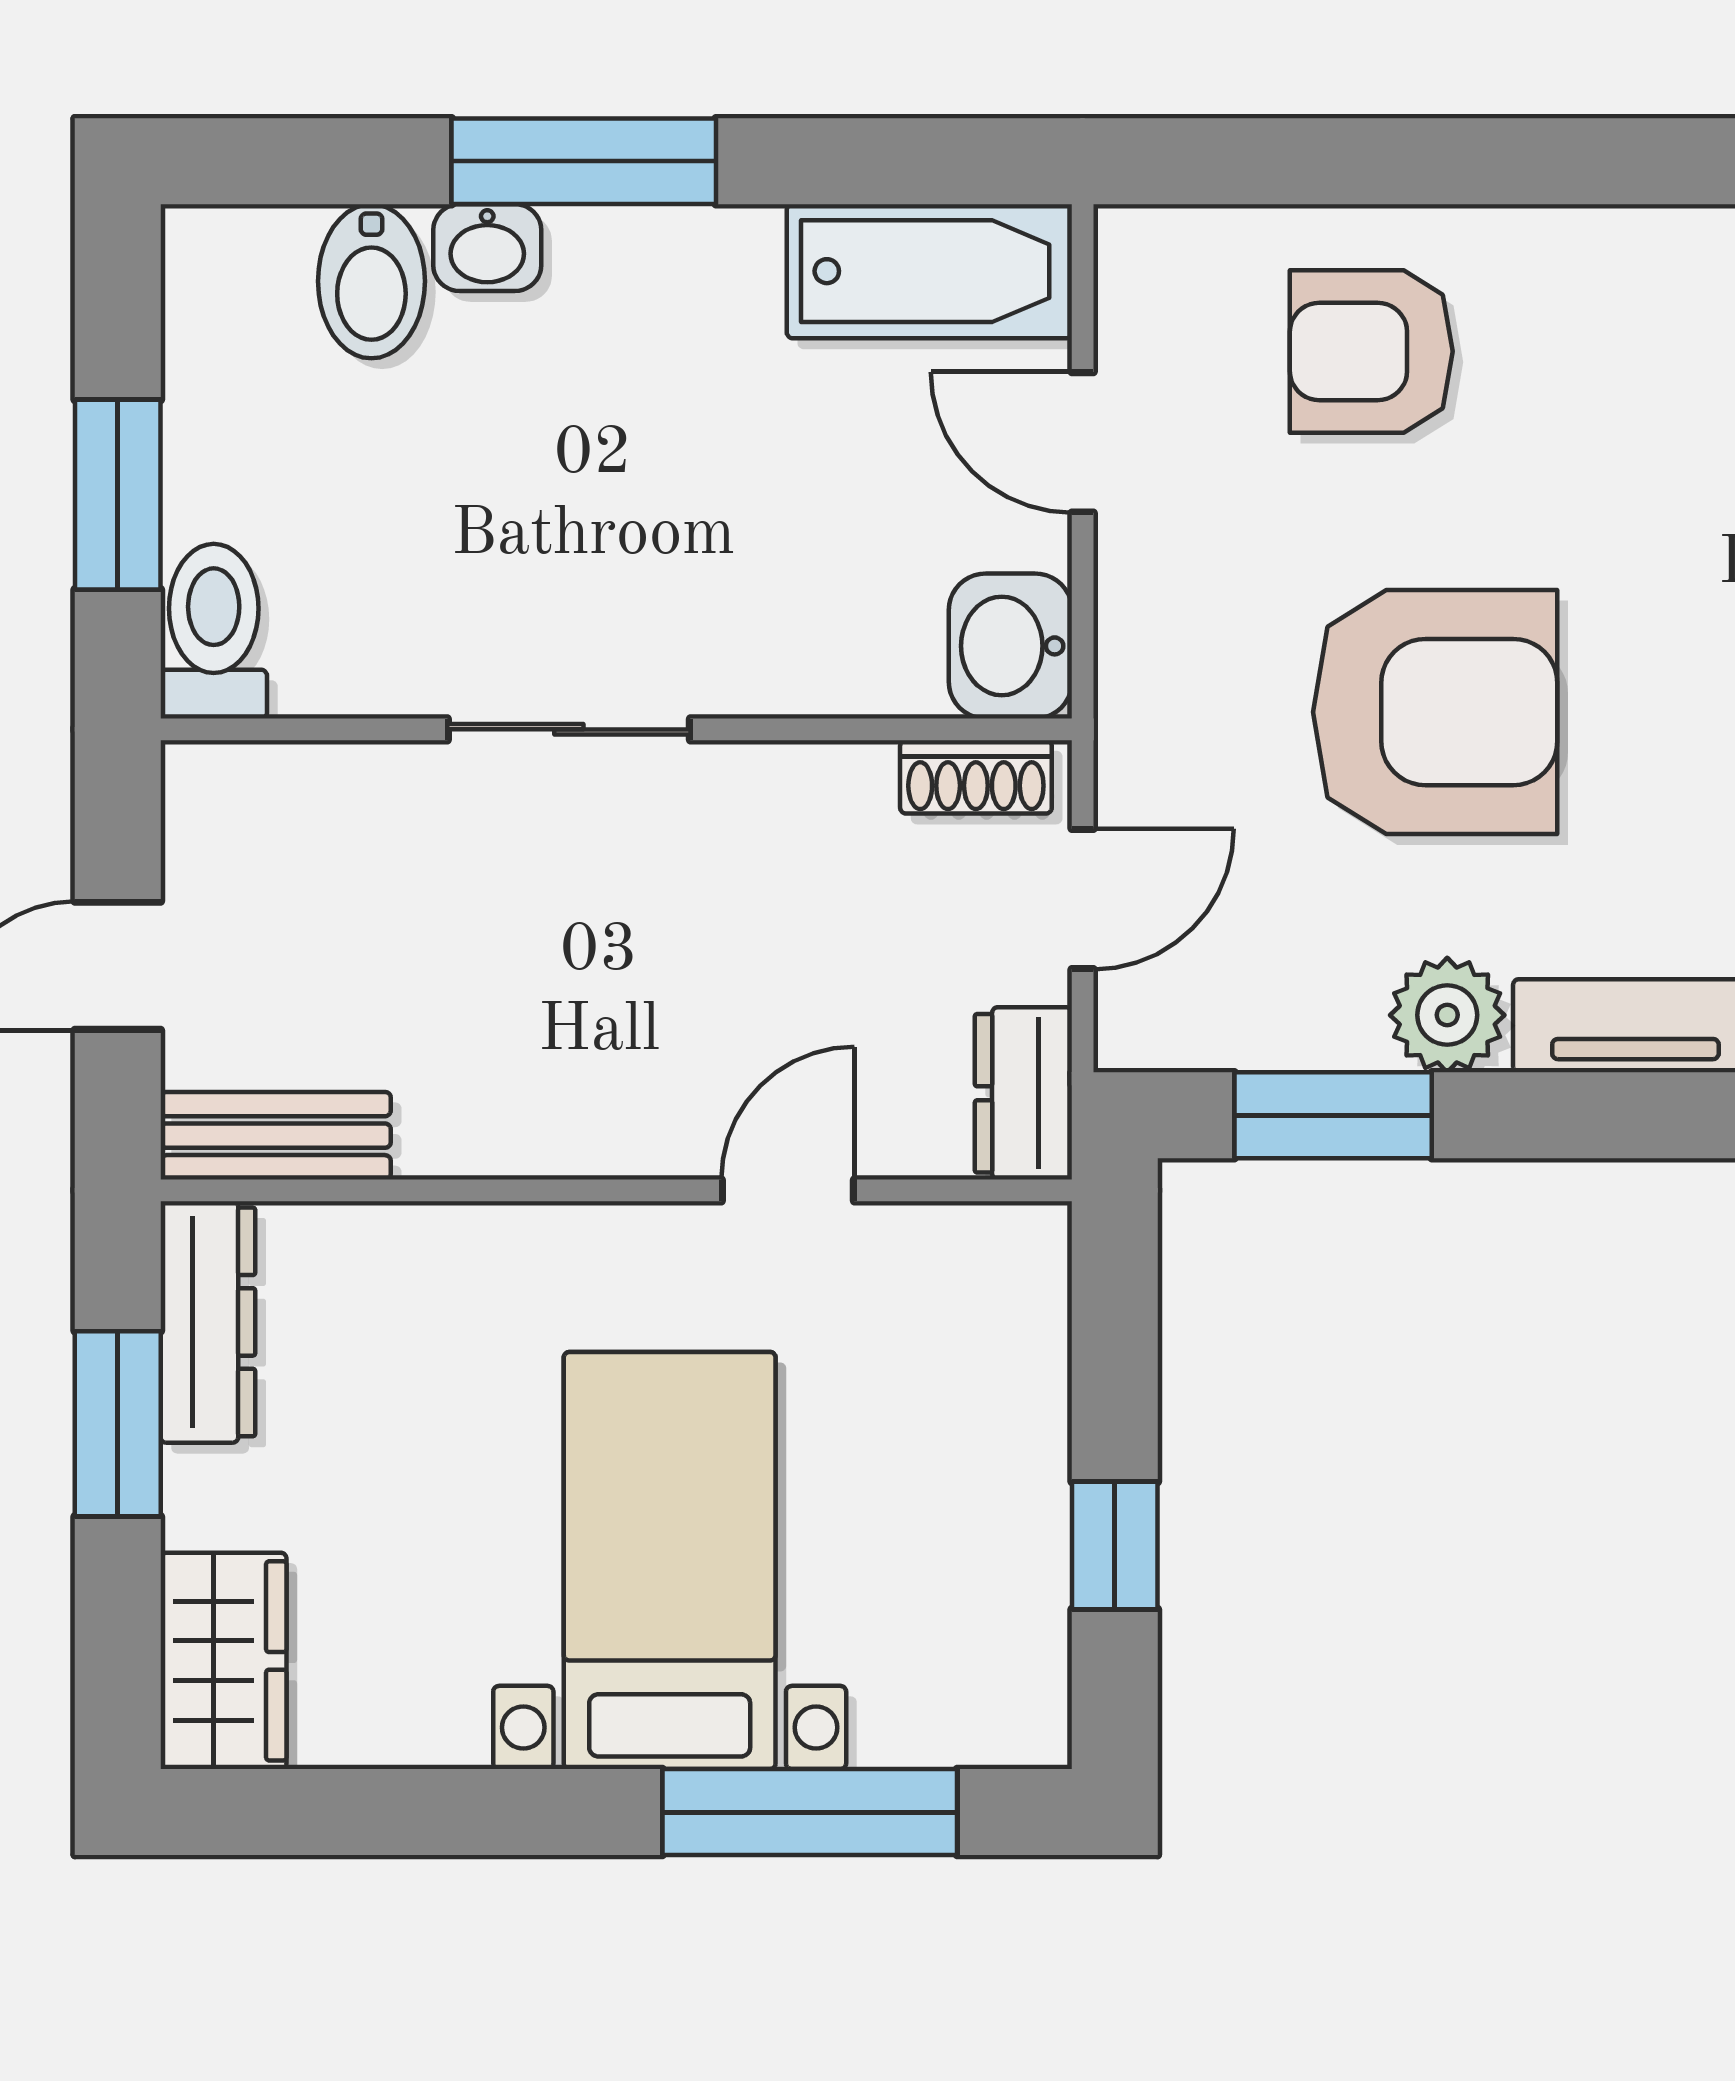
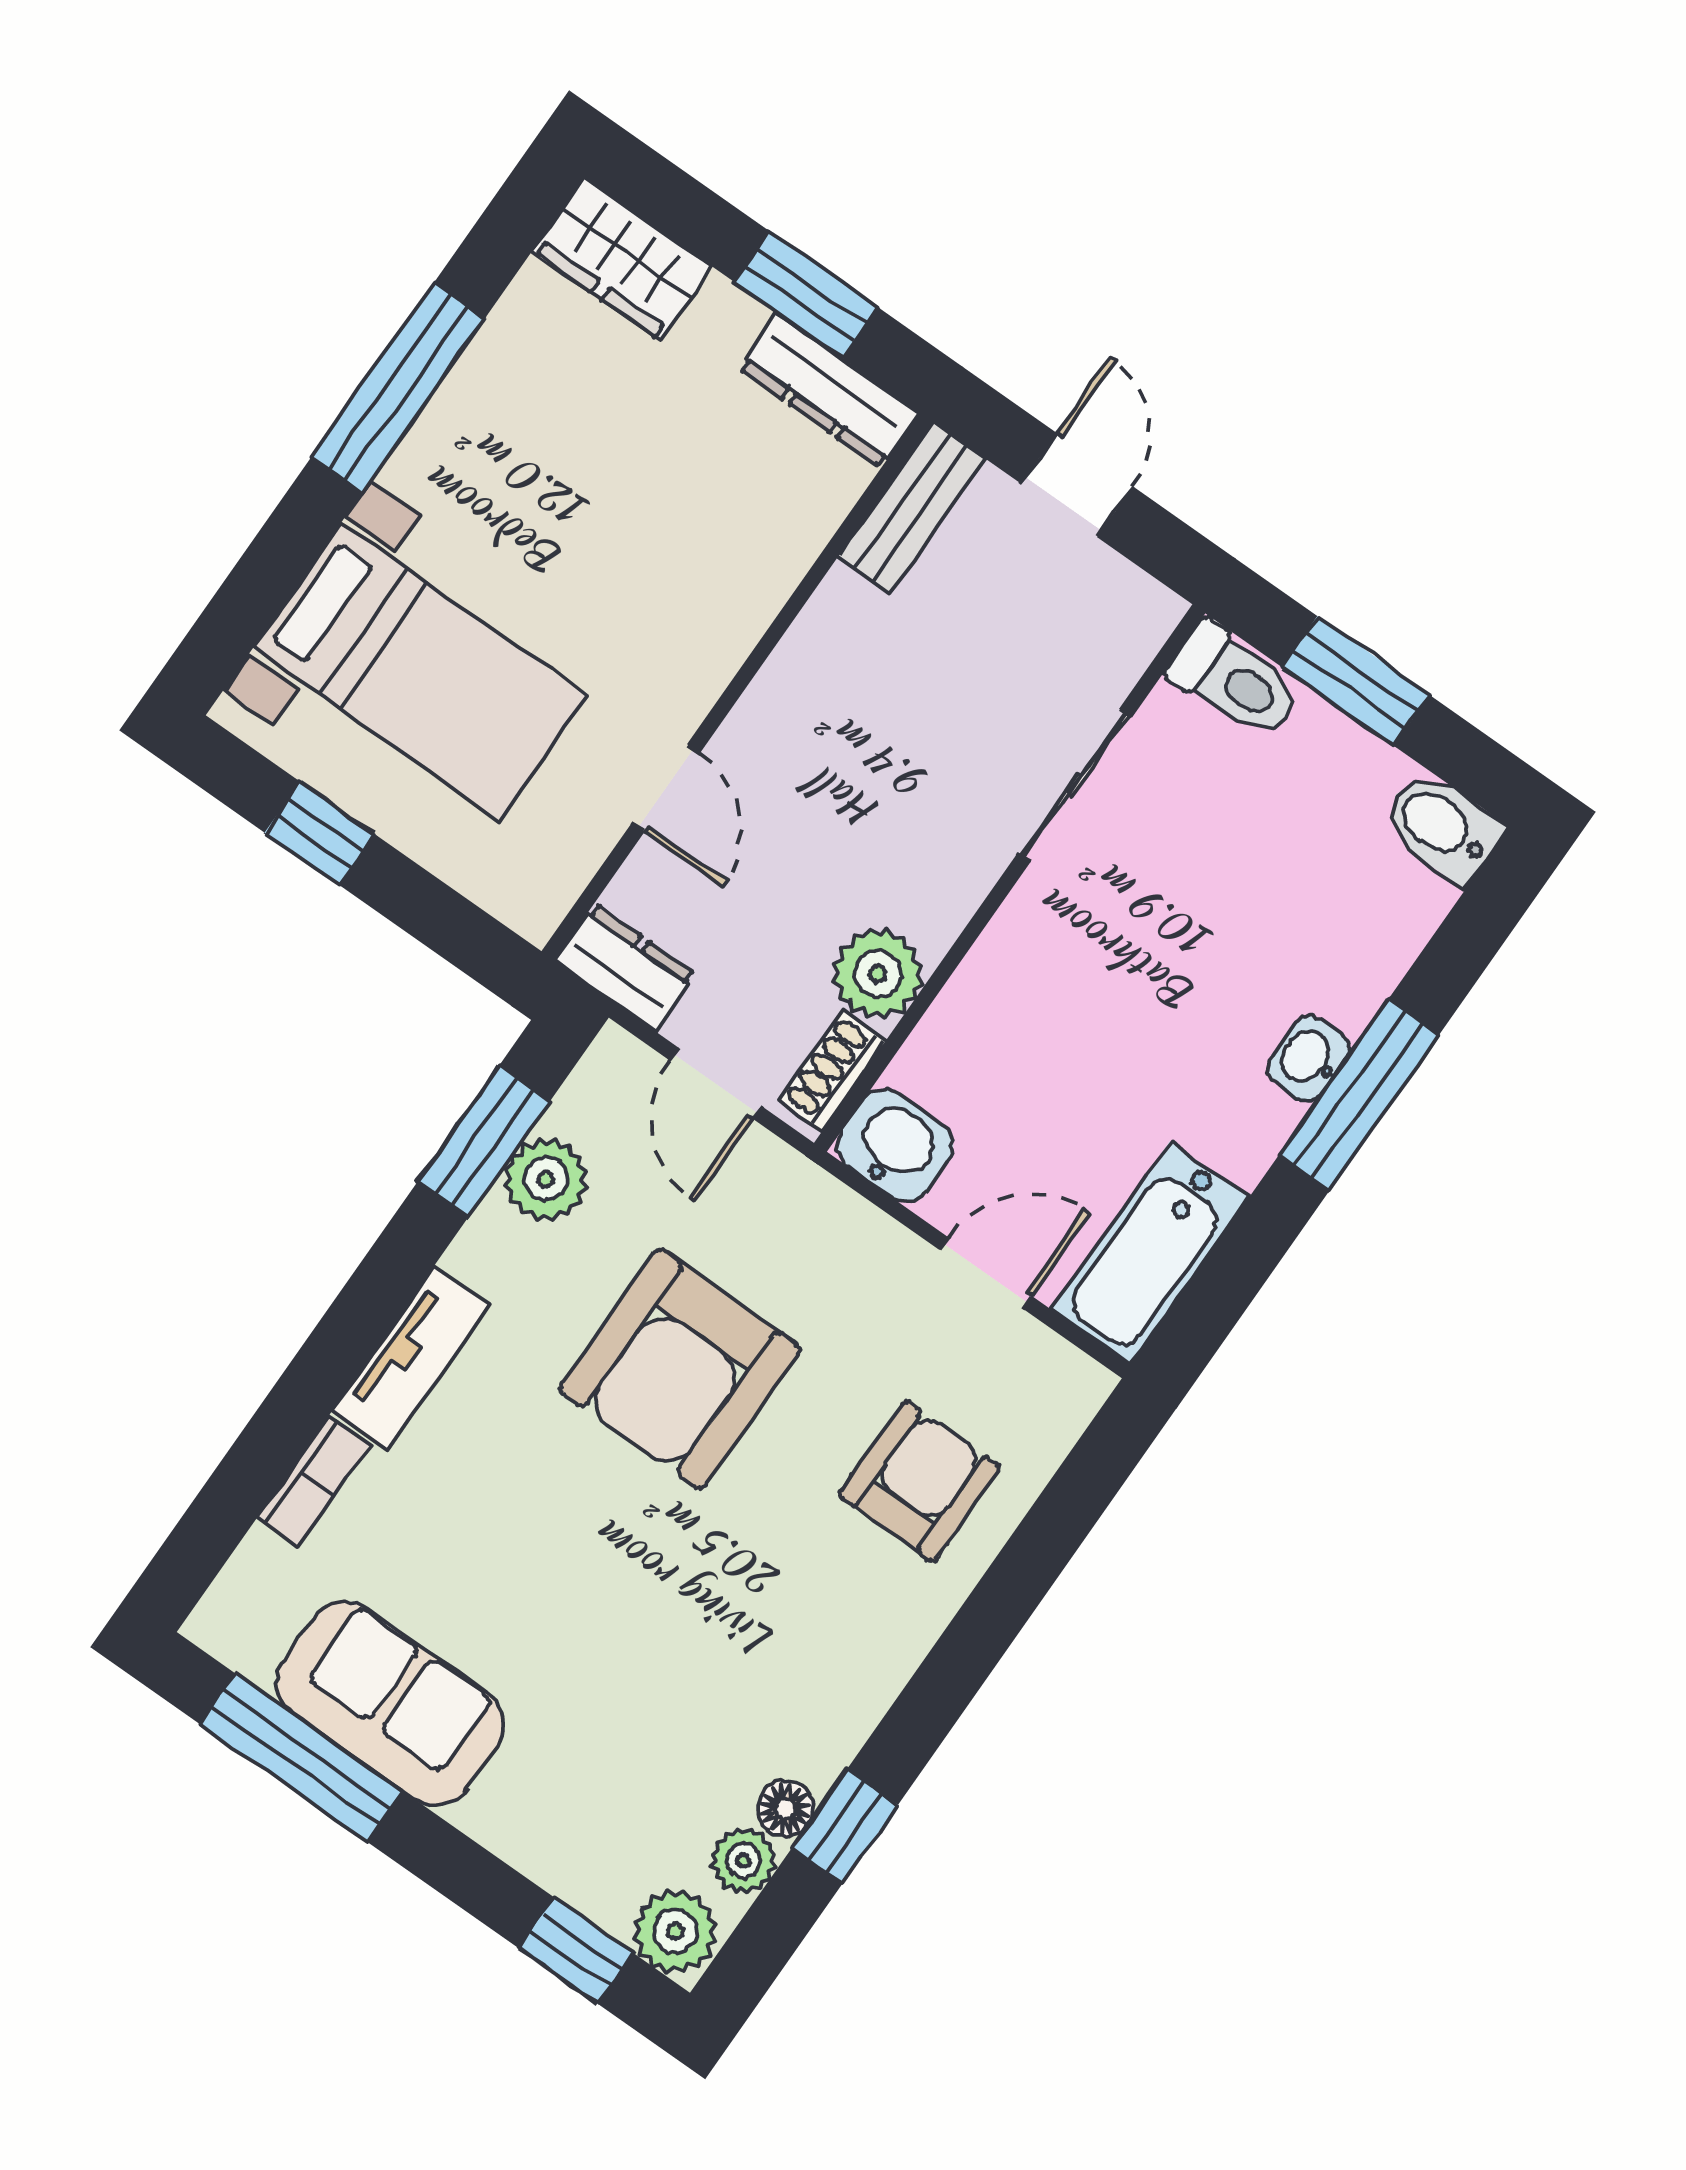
washbasin: (487, 248) -> (1308, 1058), moved
bidet: (371, 281) -> (1442, 826), moved
sliding door: (569, 729) -> (1075, 785), moved
plant: (829, 802) -> (878, 974), added
plant: (1447, 1015) -> (546, 1179), moved
bed with nightstands: (670, 1561) -> (420, 672), moved
window: (810, 1812) -> (398, 388), moved

